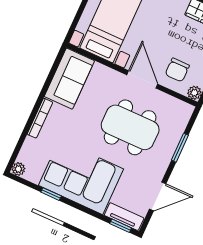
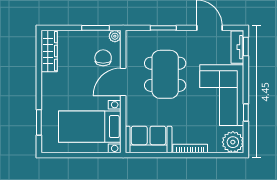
chair: (177, 70) -> (103, 58), turned -90
plant: (18, 169) -> (233, 142), width x1.87, depth x1.87

